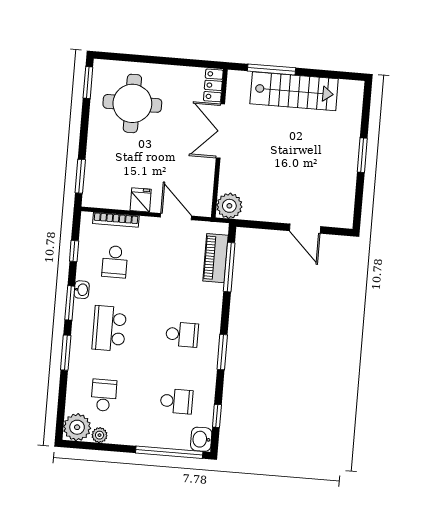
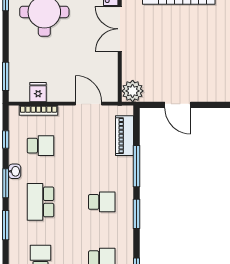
fridge: (141, 200) -> (38, 92), moved
door: (305, 229) -> (178, 105), moved
school desk: (115, 262) -> (40, 146), turned -90
window: (229, 267) -> (137, 166), moved

